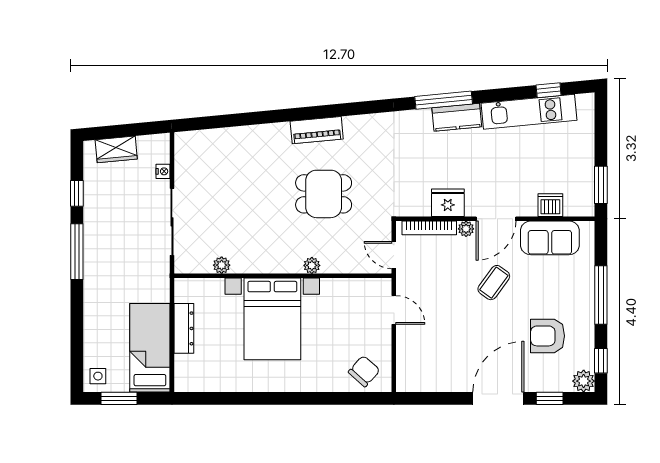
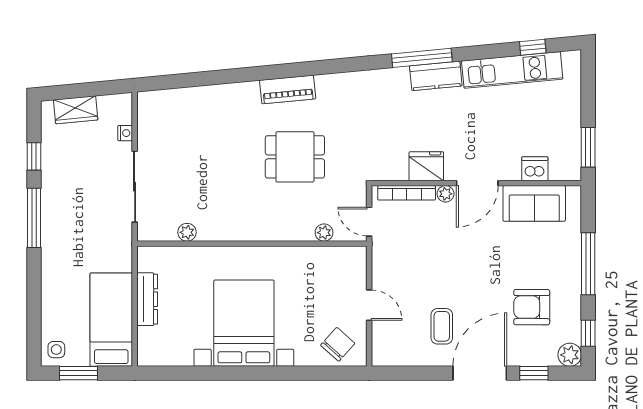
plant: (312, 265) -> (324, 233), moved
coffee table: (494, 283) -> (442, 326), moved, turned -36
door: (394, 310) -> (369, 305), moved
bed with nightstands: (272, 319) -> (244, 323), moved, turned 180

